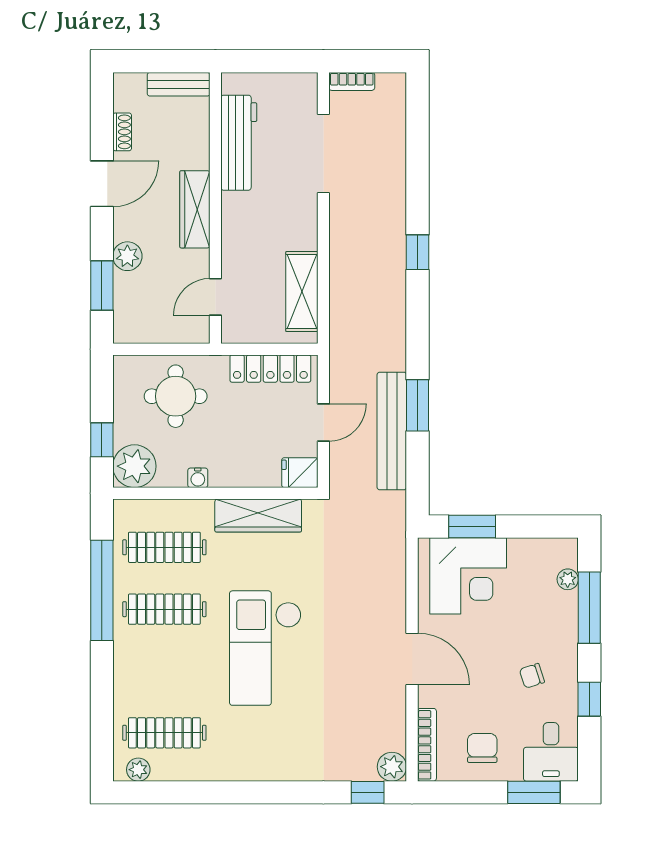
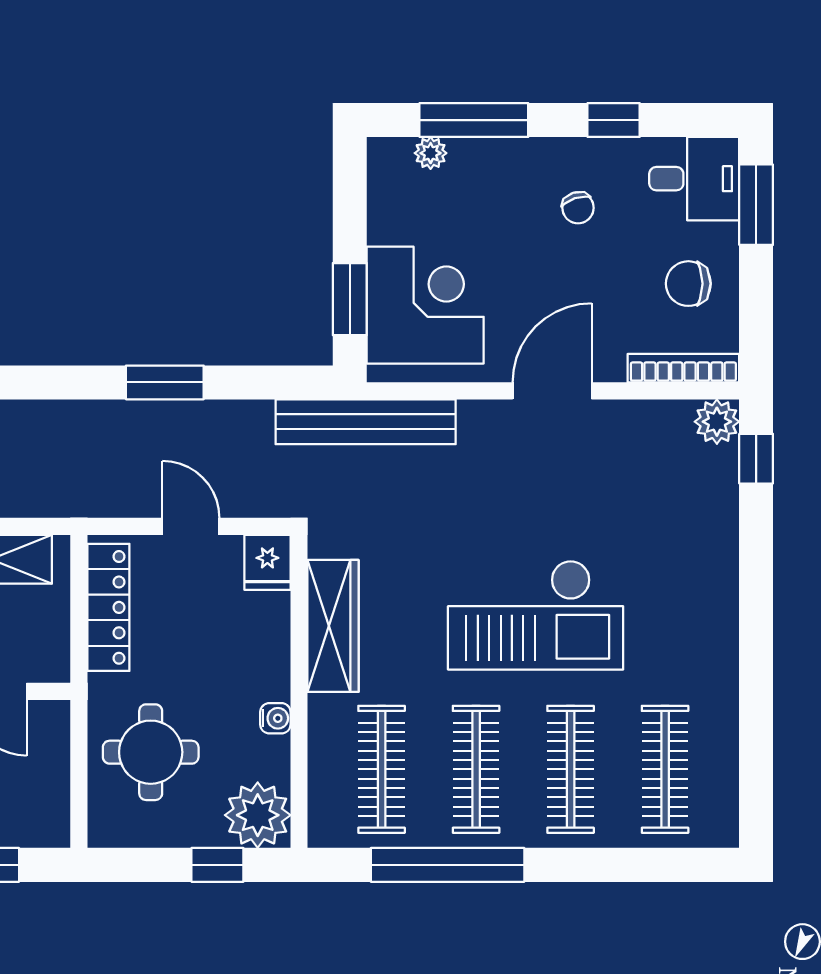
bench: (392, 431) -> (366, 422), moved
clothes rail: (164, 671) -> (571, 769), added
plant: (138, 770) -> (721, 809), removed

